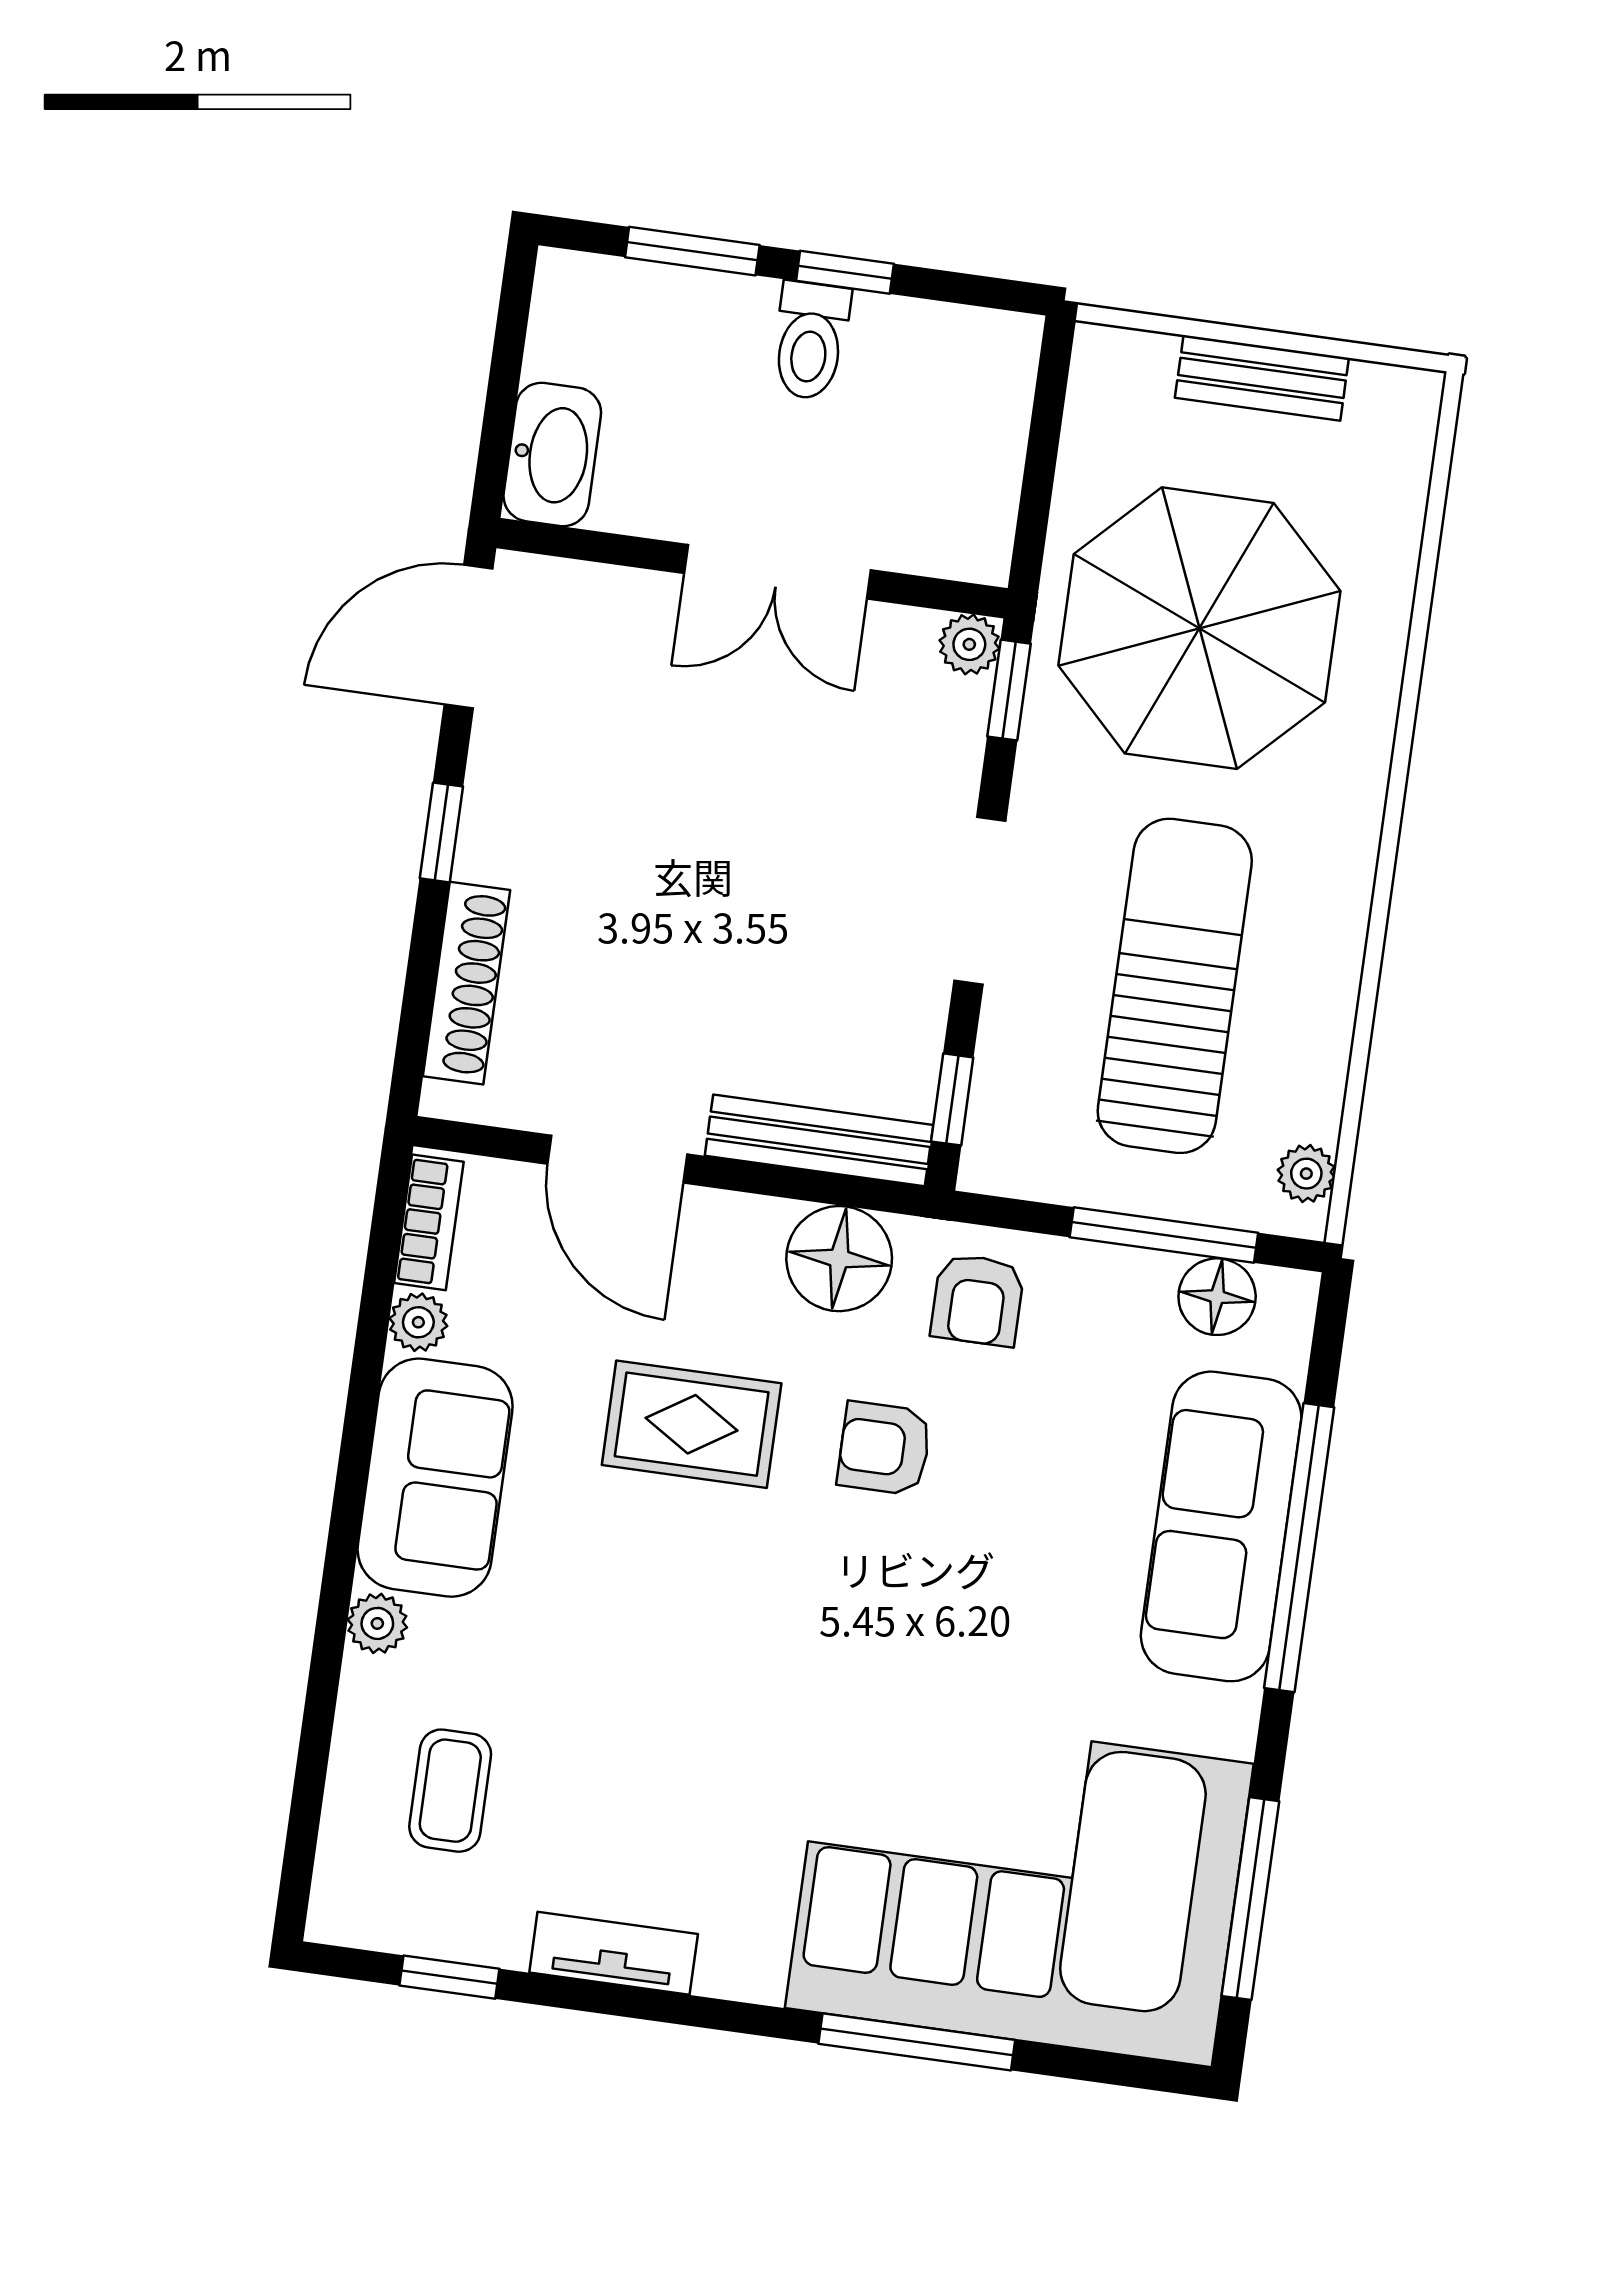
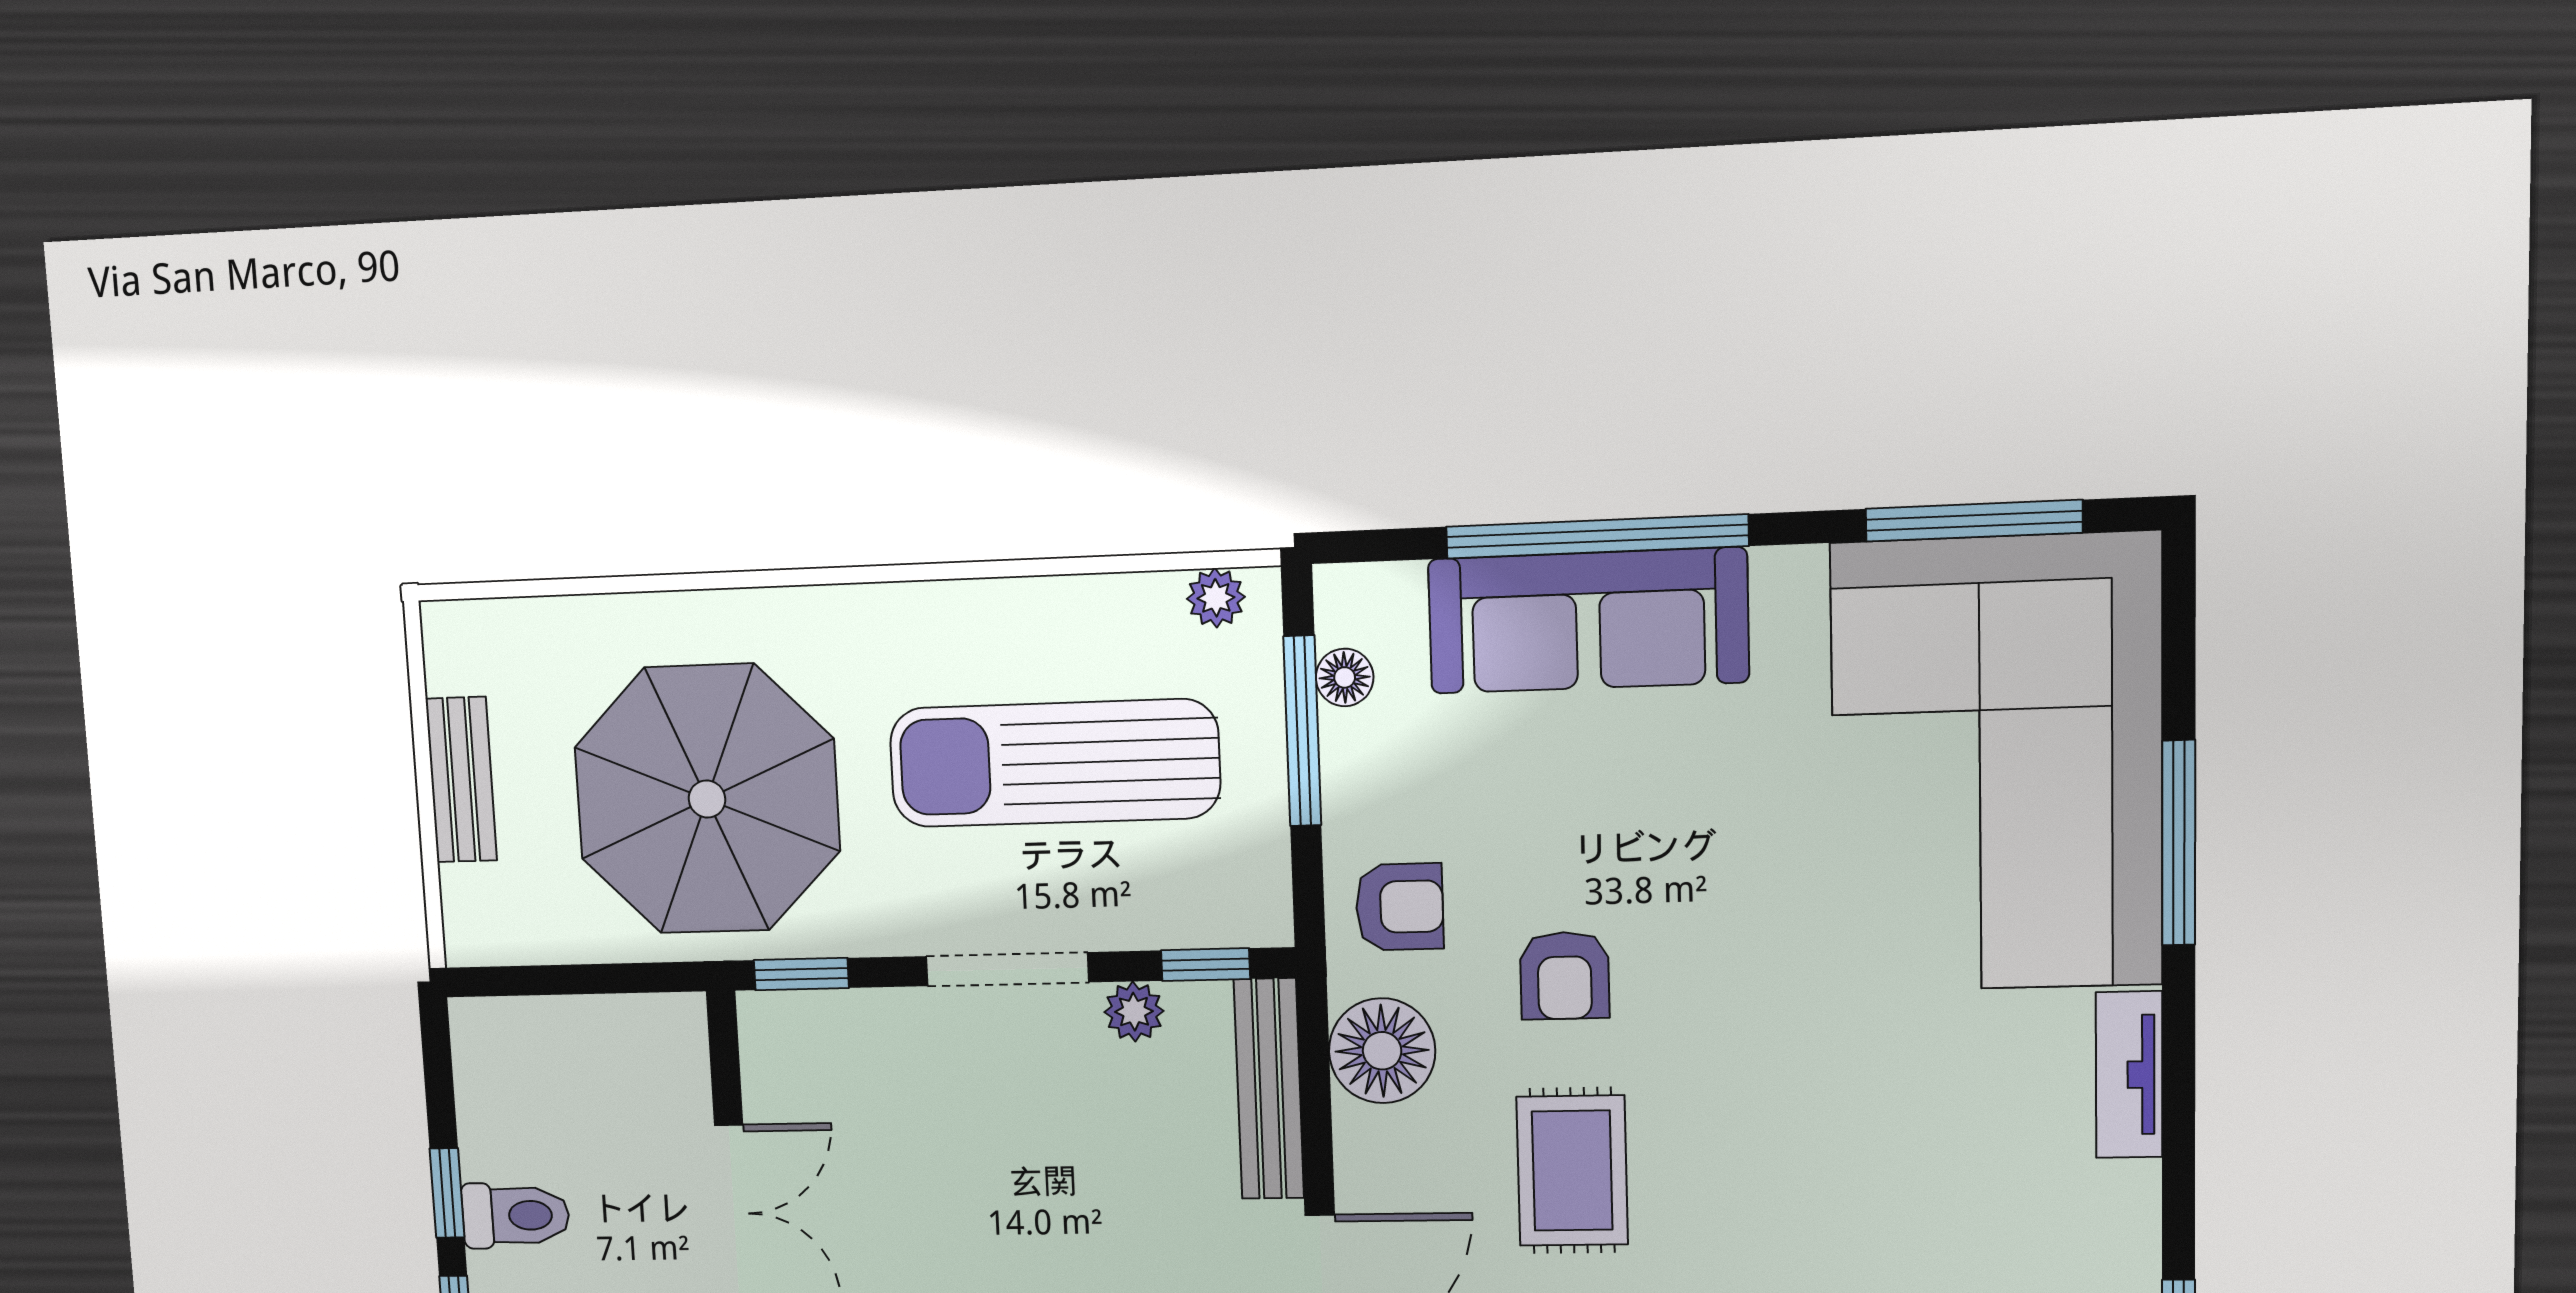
plant: (969, 644) -> (1134, 1012), moved
floor lamp: (1217, 1297) -> (1345, 677), width x0.73, depth x0.73
tv unit: (614, 1953) -> (2129, 1075), moved

